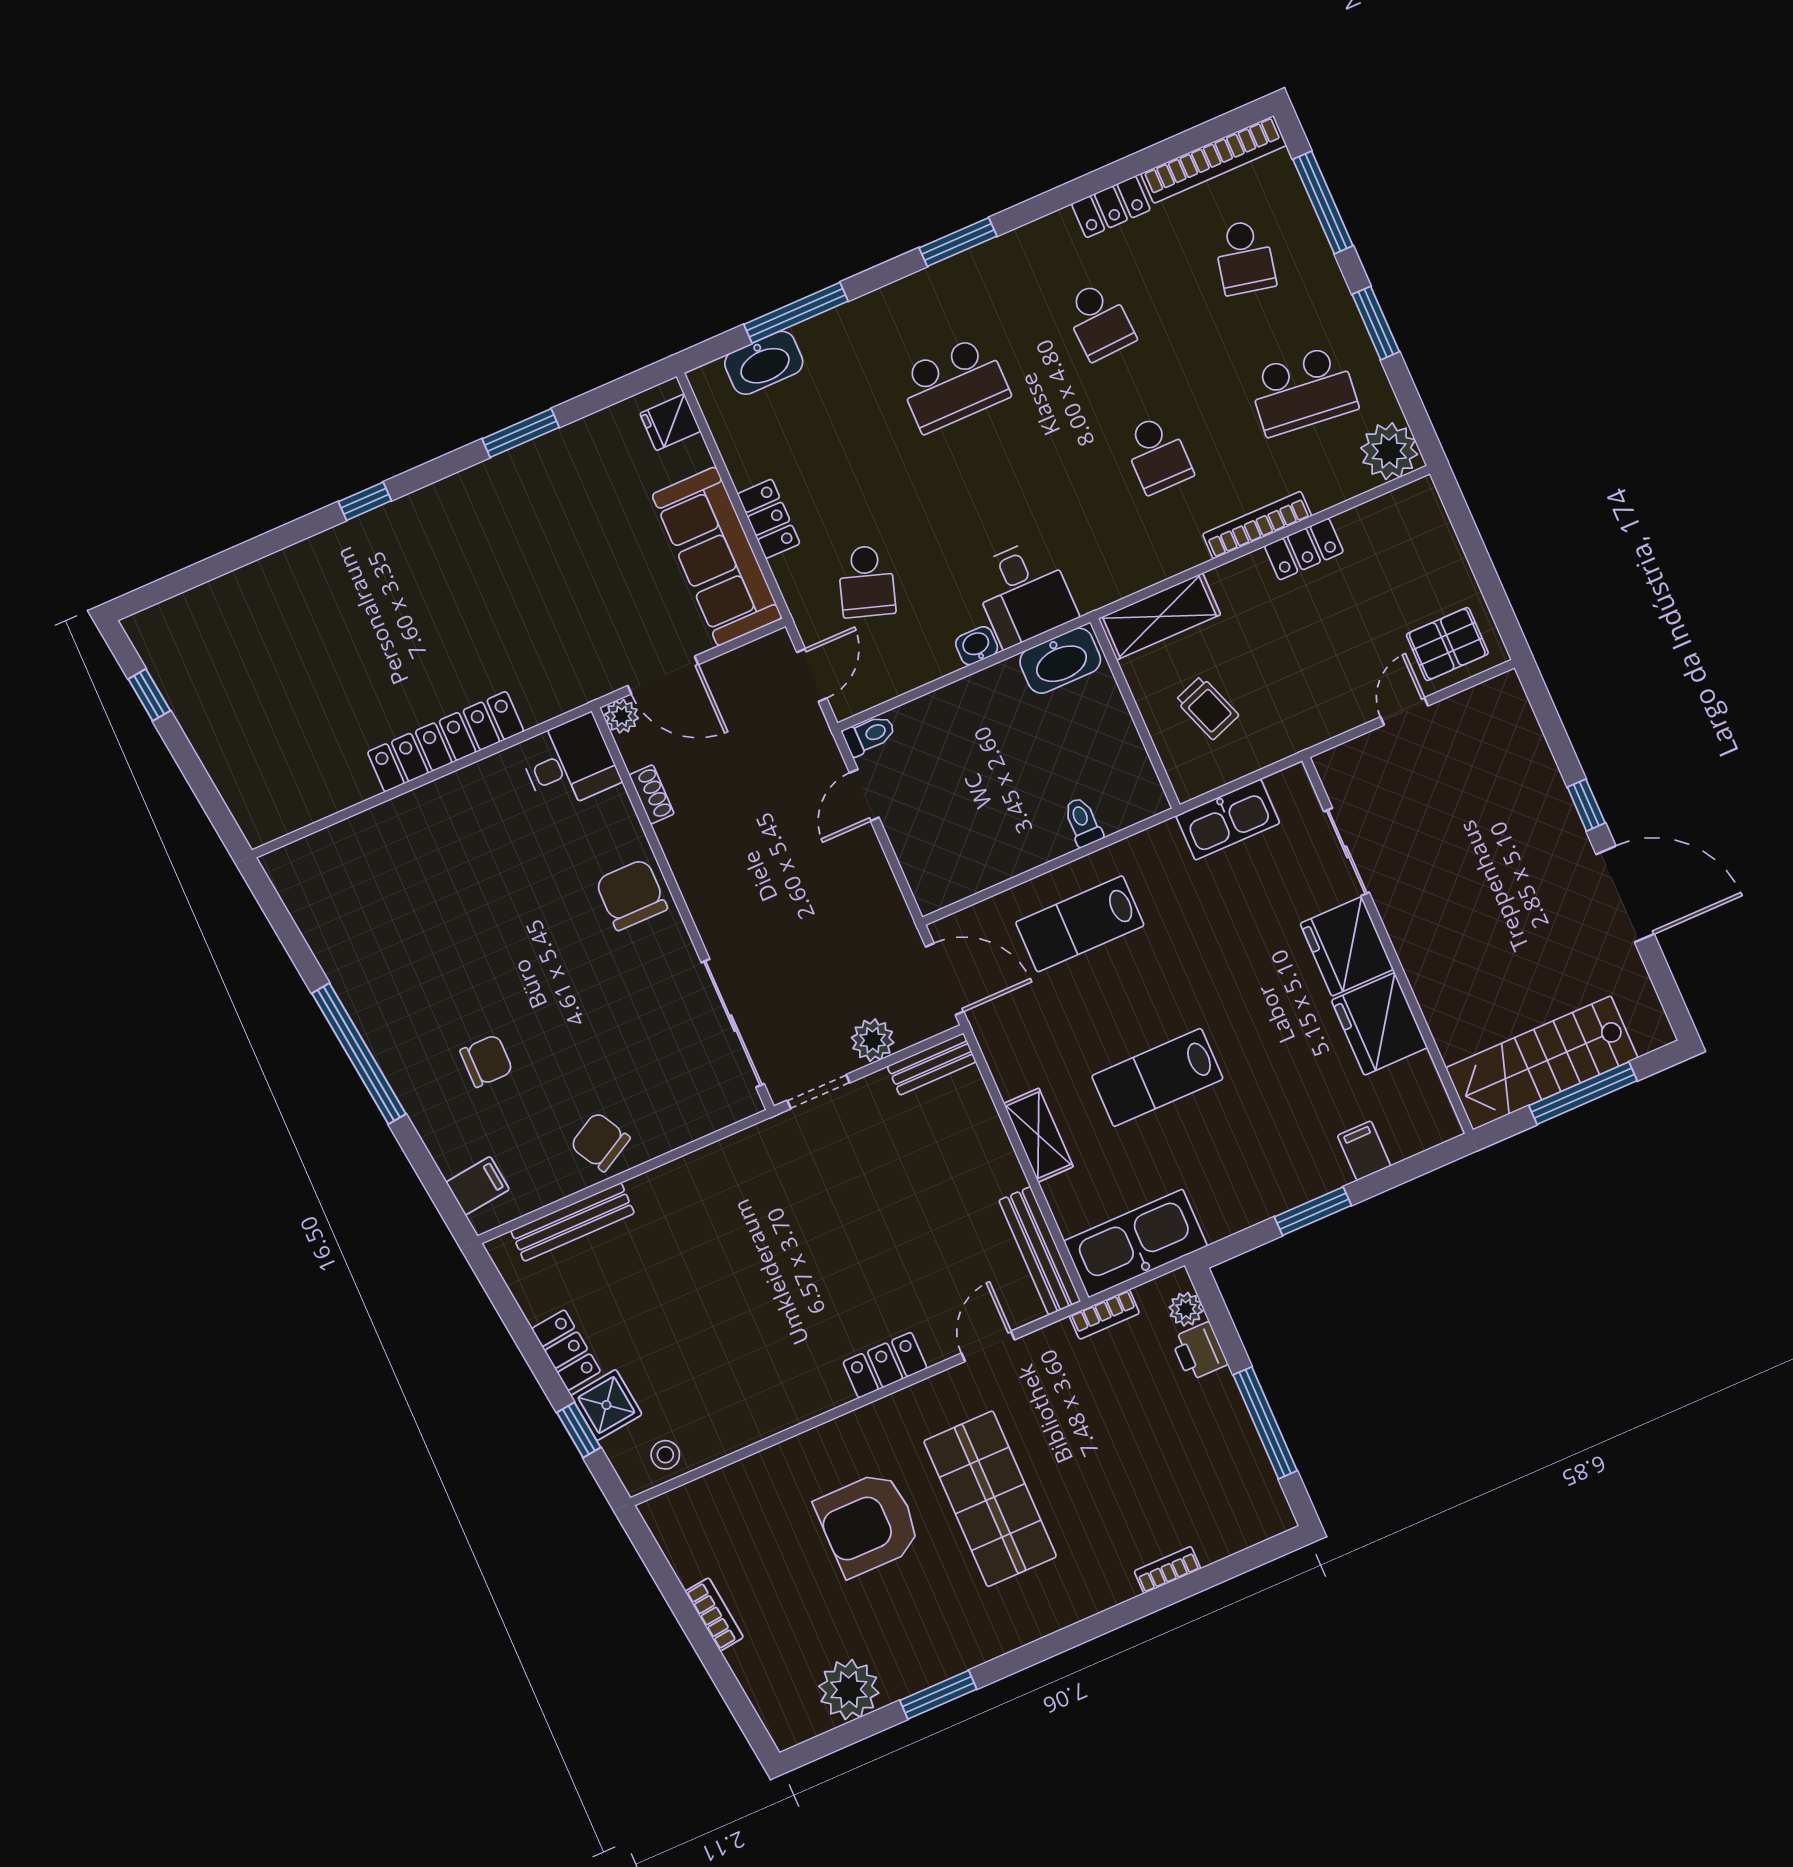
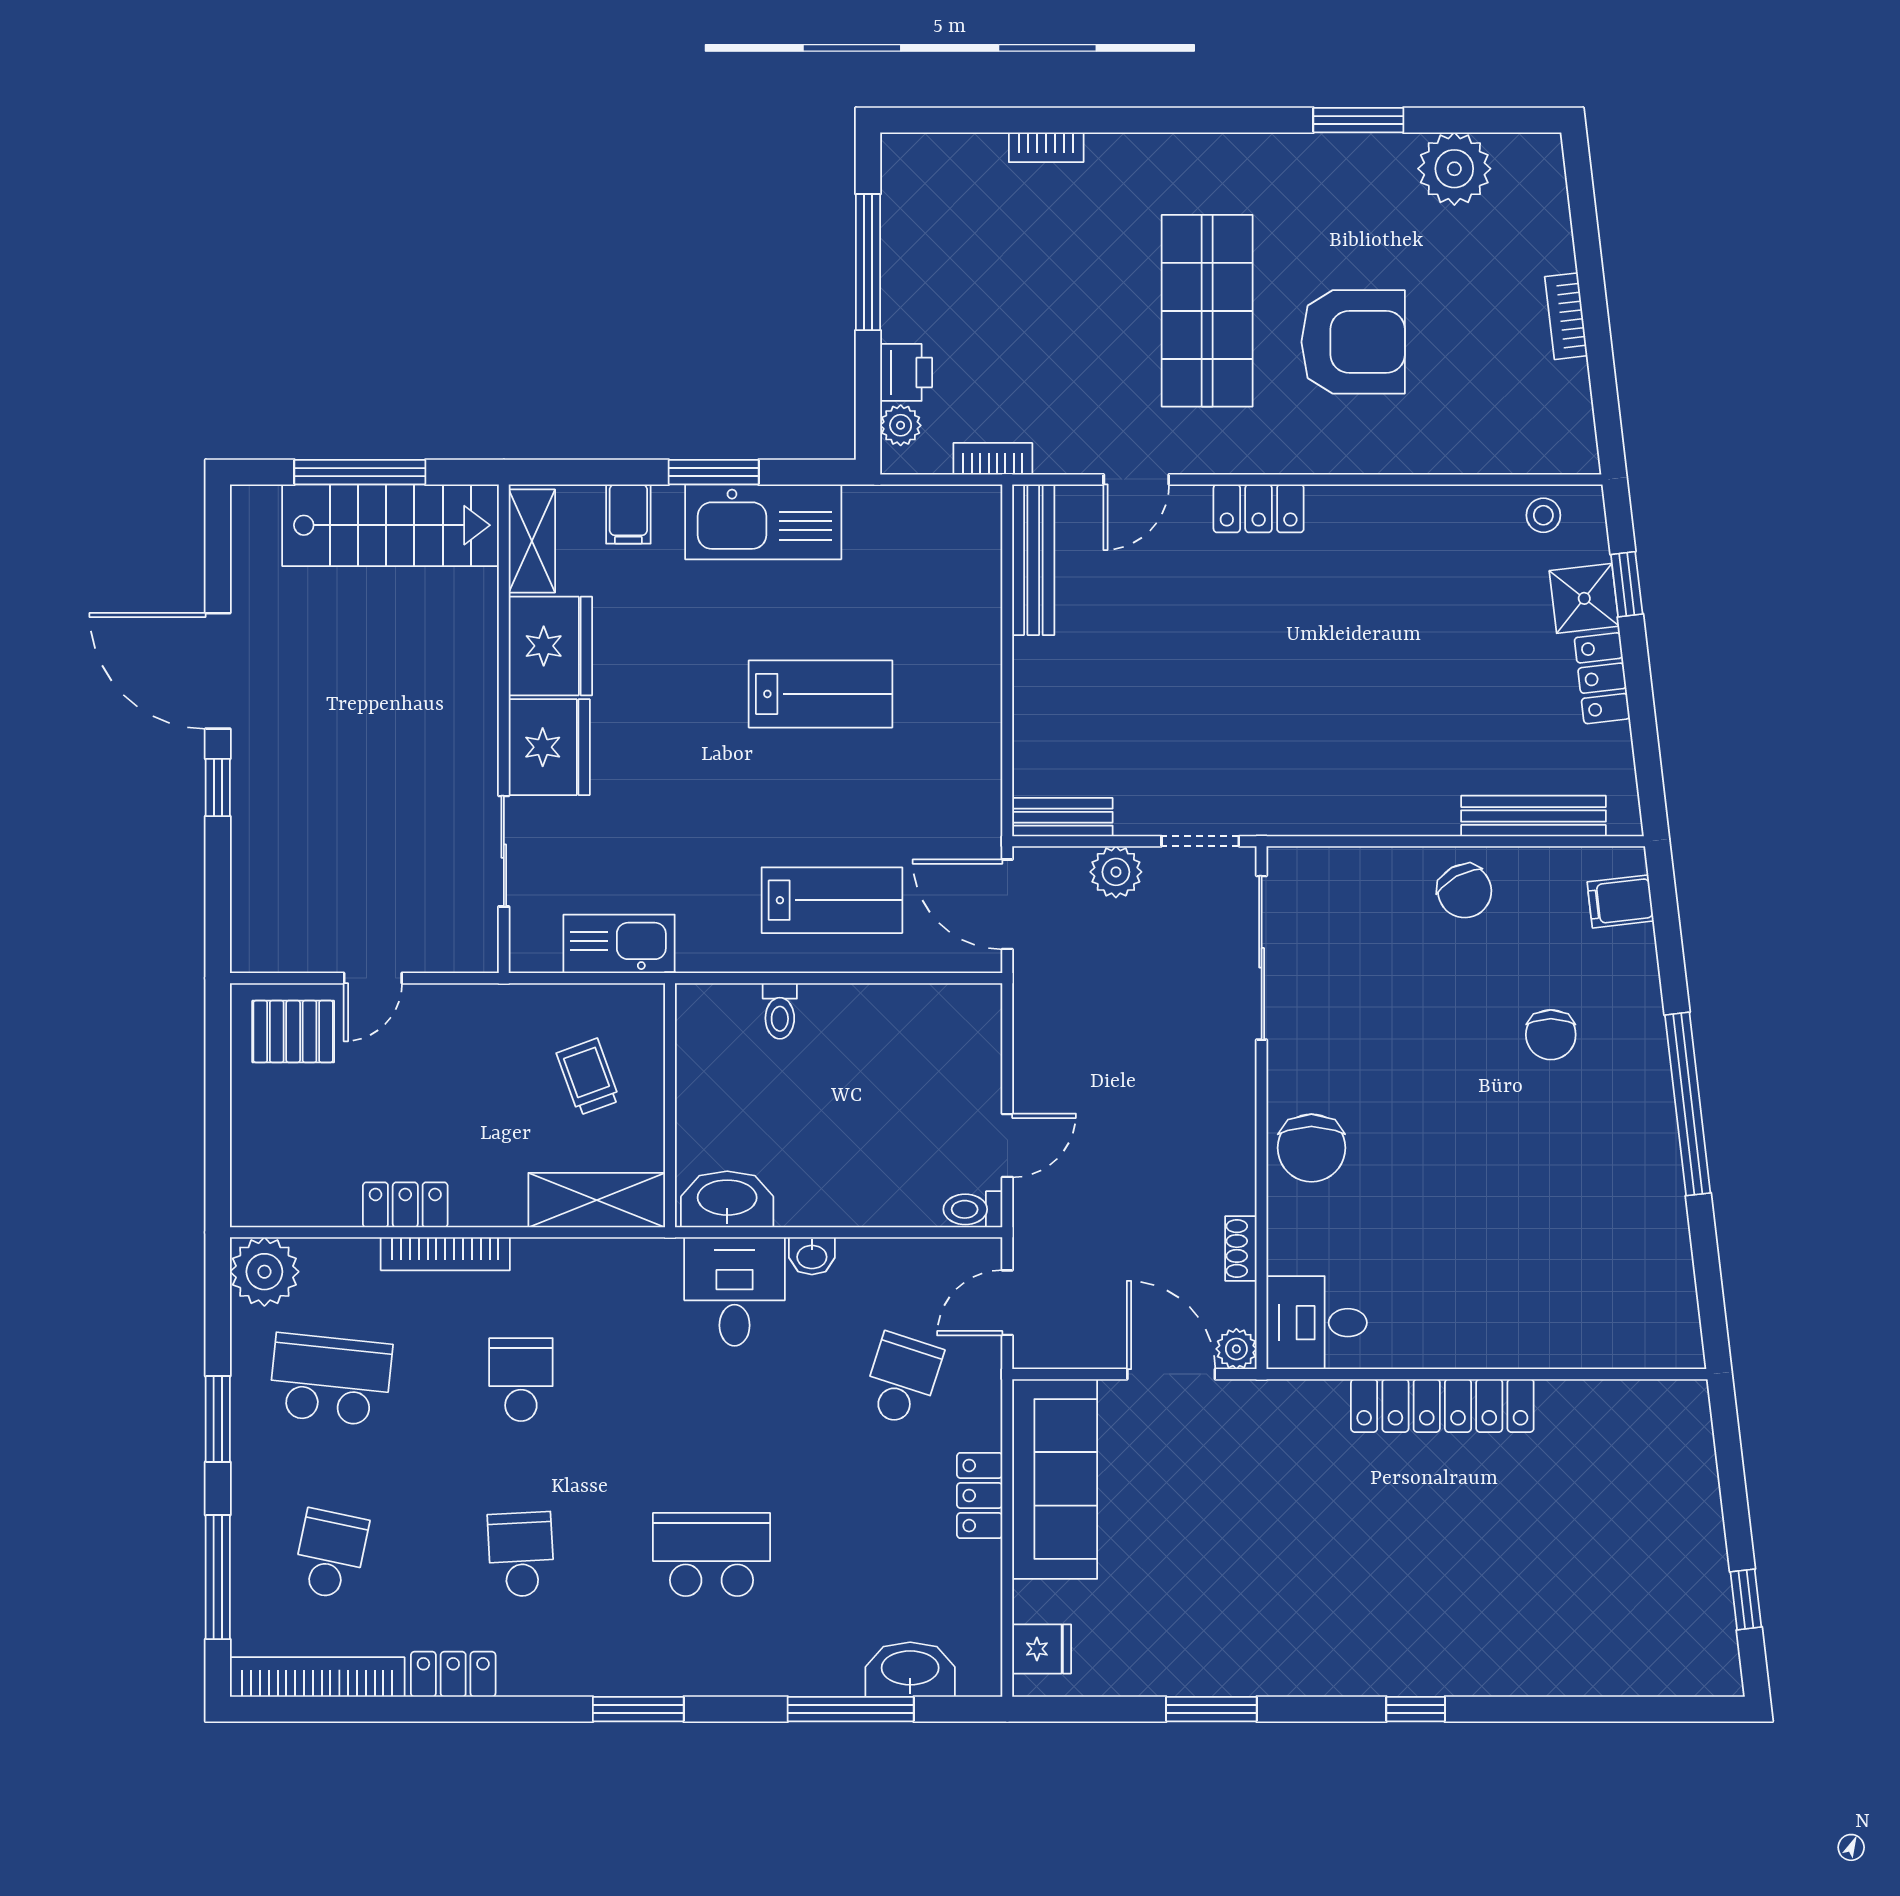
chair: (486, 1061) -> (1551, 1035), turned -90
shelving: (1038, 1135) -> (532, 541), moved
kitchen sink: (1136, 1243) -> (763, 522), moved

